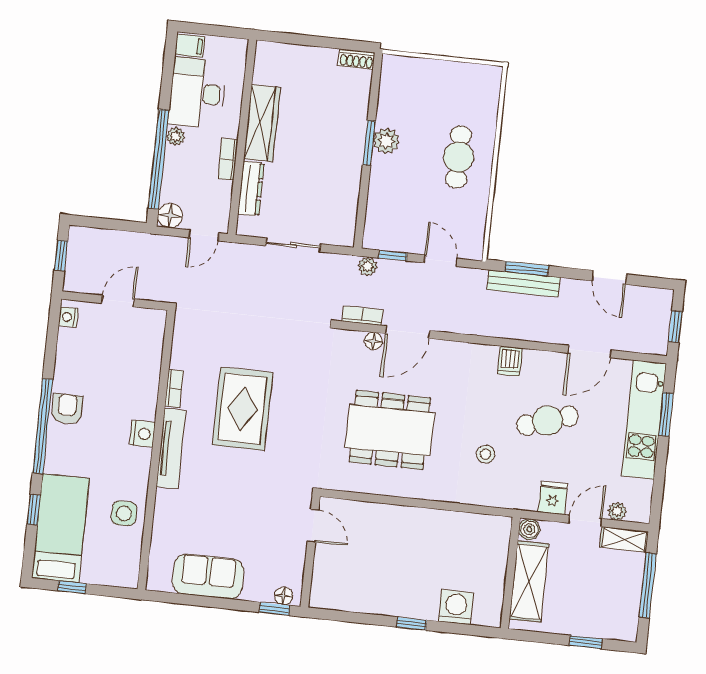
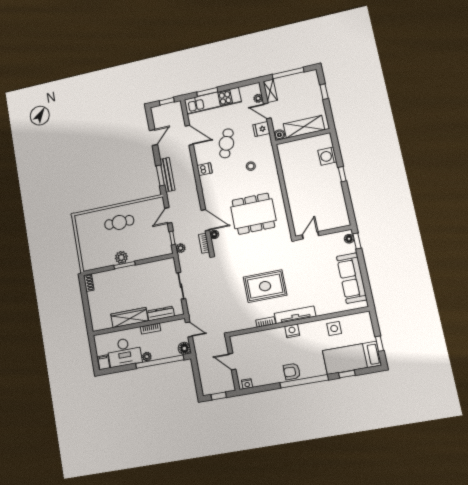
cafe table: (548, 421) -> (226, 143), turned 38
dining table: (390, 430) -> (253, 214), turned 90
sofa: (208, 576) -> (352, 278), width x1.36

